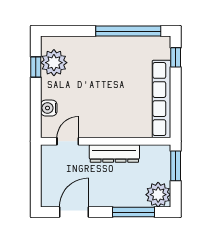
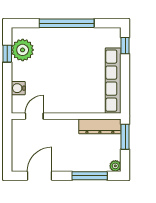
window: (128, 31) -> (67, 23), moved
dresser: (114, 153) -> (100, 126), moved
plant: (158, 195) -> (115, 166), width x0.53, depth x0.53

